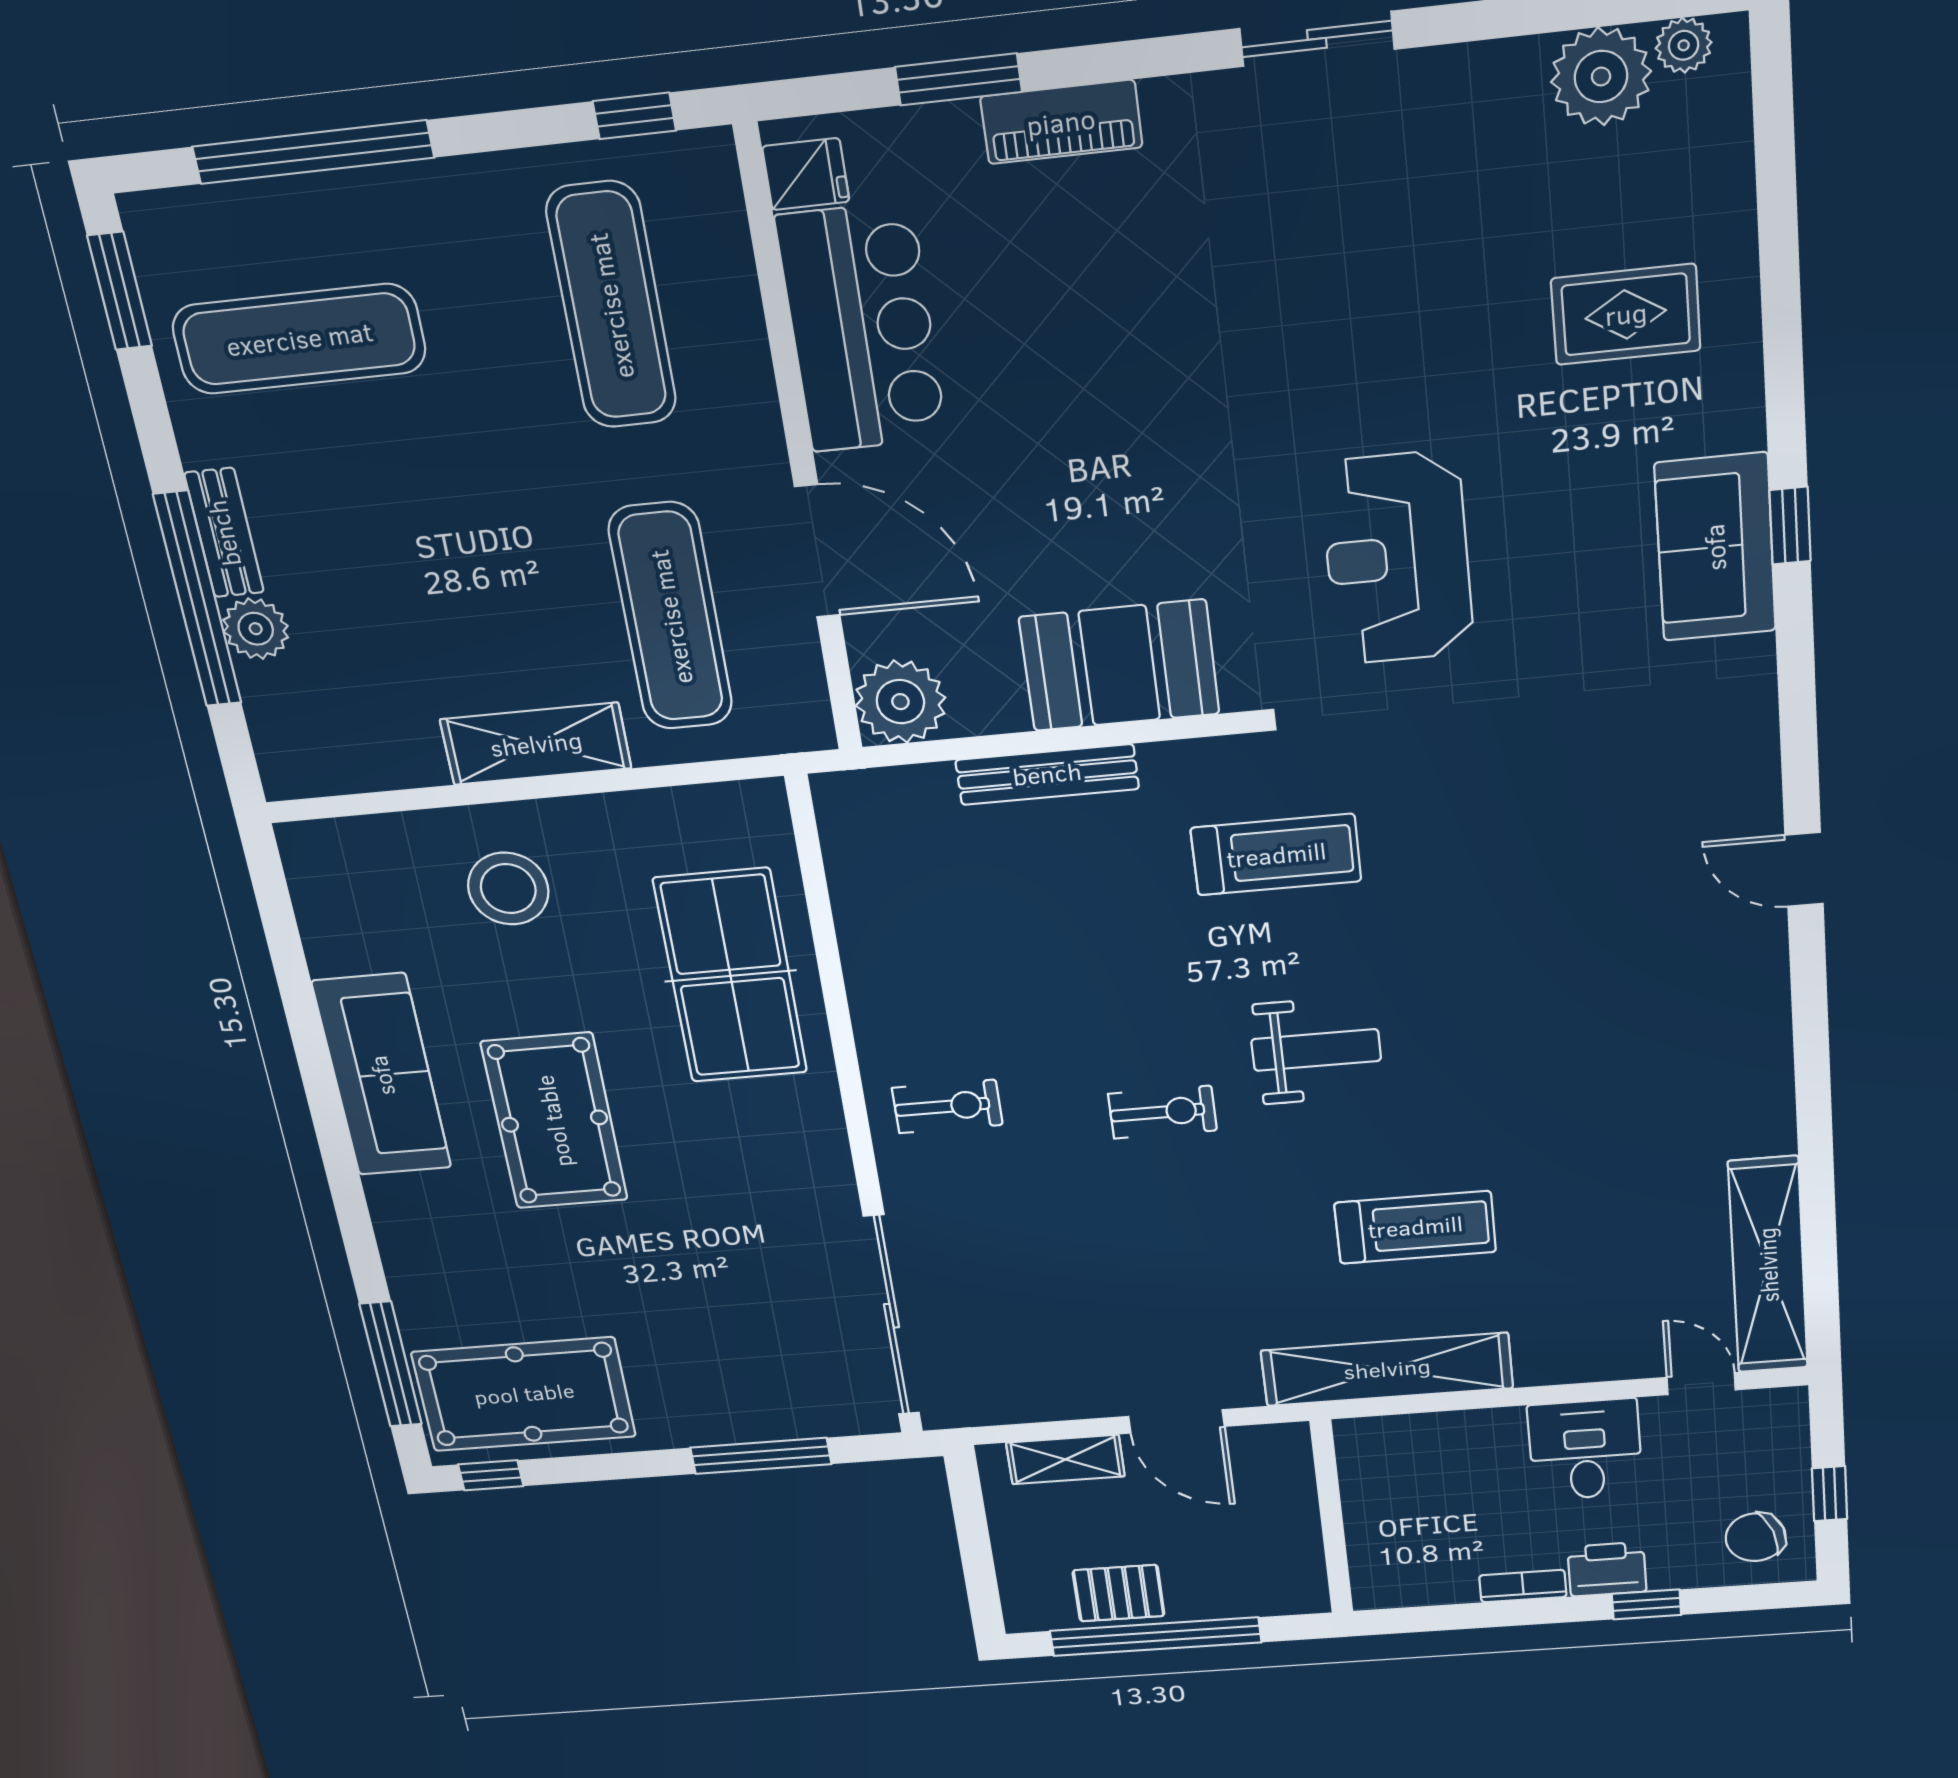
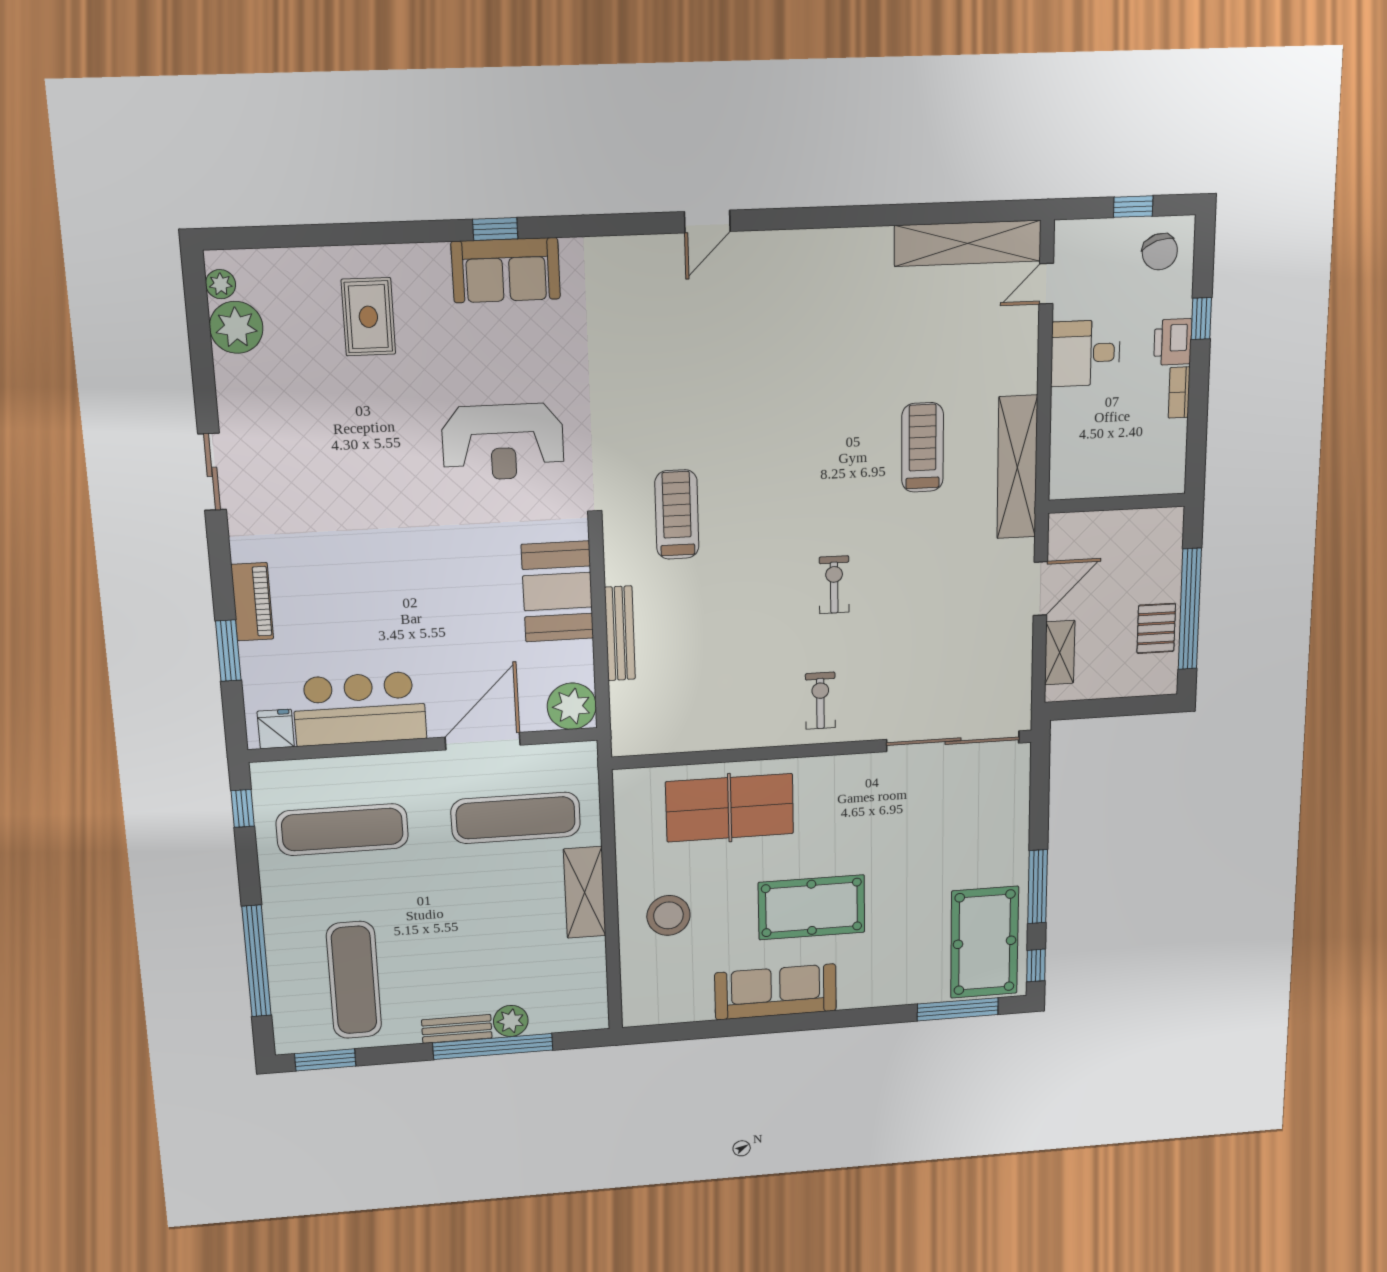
weight bench: (1316, 1050) -> (801, 498), removed
window: (761, 1456) -> (1038, 887), moved

